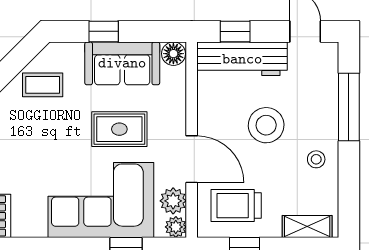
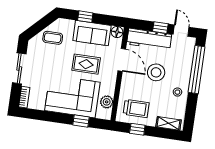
window: (235, 31) -> (160, 28), moved
window: (349, 107) -> (197, 70), width x1.46
door: (192, 159) -> (122, 60), moved
trolley: (236, 206) -> (136, 109), turned 180
plant: (176, 227) -> (106, 114), removed

